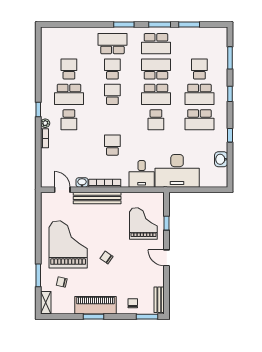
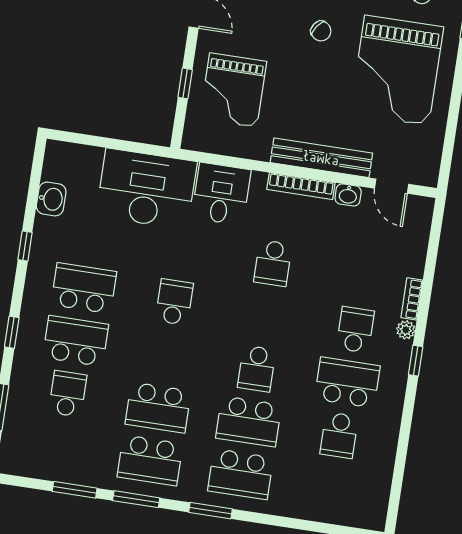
school desk: (156, 44) -> (150, 460), turned 180
school desk: (112, 69) -> (249, 421), width x1.85
school desk: (199, 69) -> (68, 394), turned 180
school desk: (156, 94) -> (166, 355), removed

